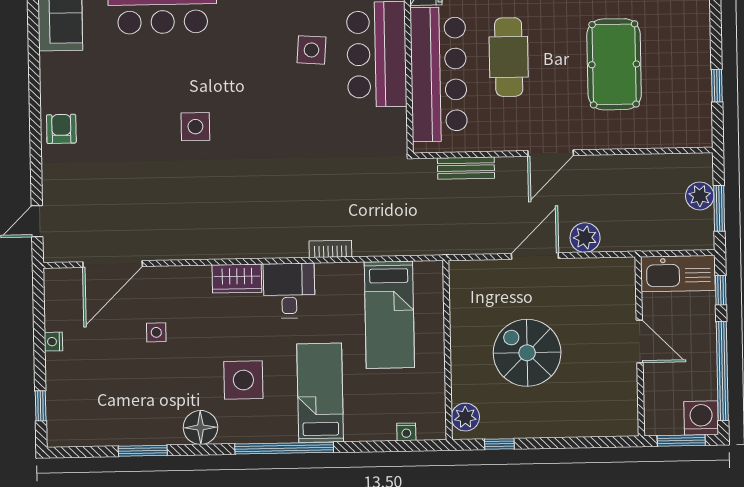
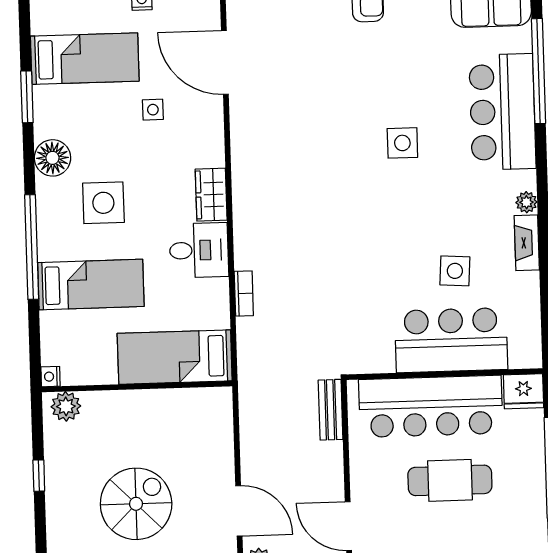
side table: (195, 127) -> (402, 143), moved
bench: (466, 168) -> (331, 410), moved
wall: (447, 350) -> (137, 386), moved
bed: (107, 396) -> (85, 59), added
plant: (465, 417) -> (66, 406), moved

